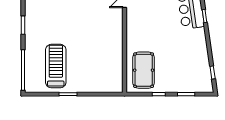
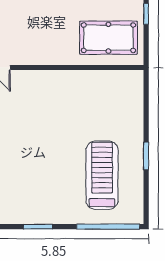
treadmill: (56, 66) -> (102, 175), turned 90

